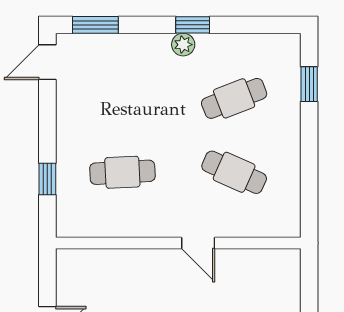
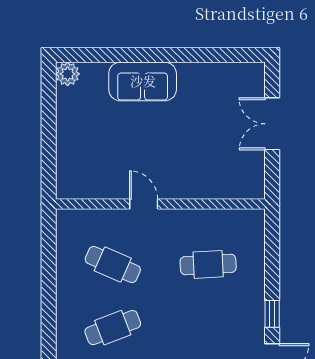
window: (309, 84) -> (49, 340), removed
window: (47, 179) -> (272, 314), moved

